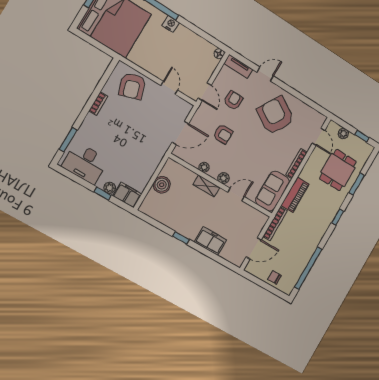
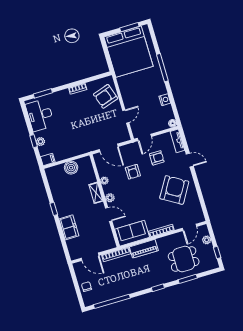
nightstand: (171, 24) -> (165, 100), moved
filing cabinet: (127, 195) -> (48, 159), width x0.50

